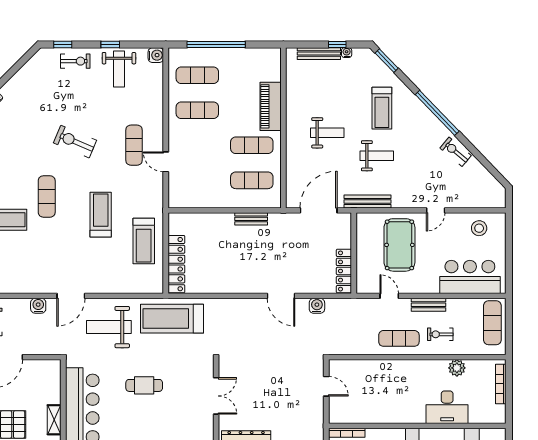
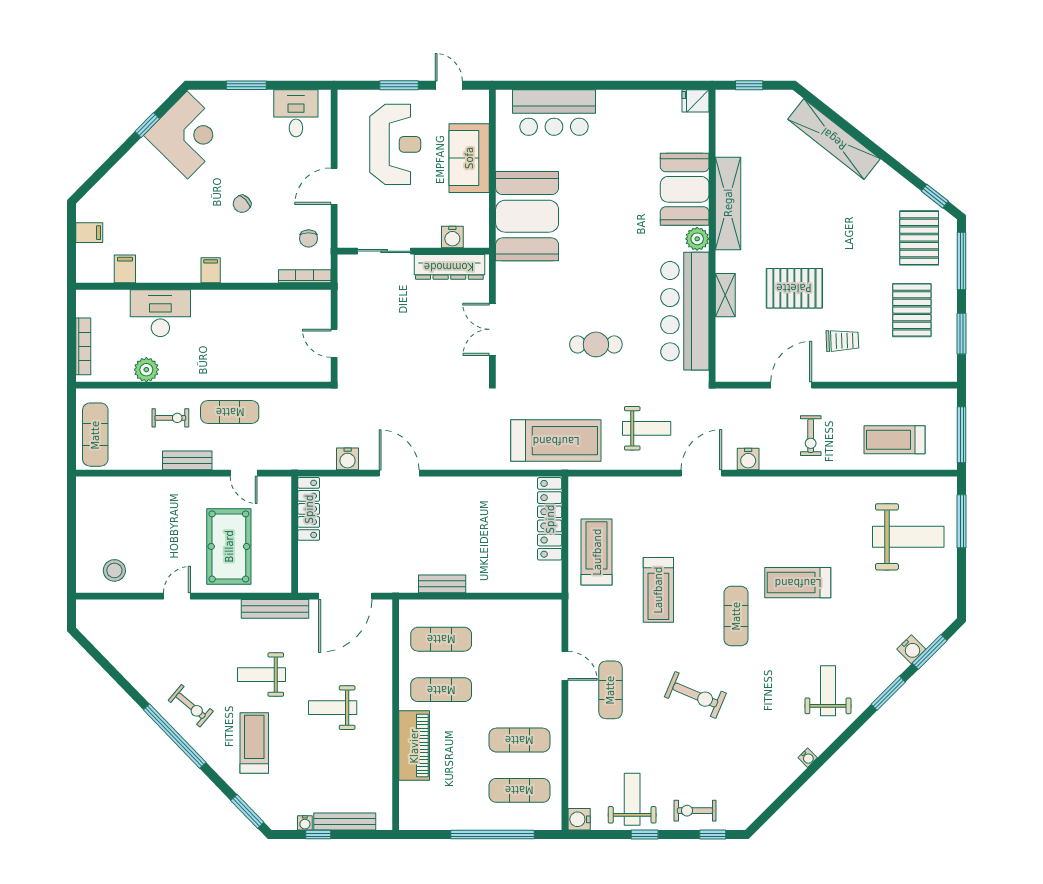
exercise bike: (456, 152) -> (191, 706), moved
bar counter: (470, 277) -> (128, 500), removed
weight bench: (109, 327) -> (647, 428), width x0.73, depth x0.75

